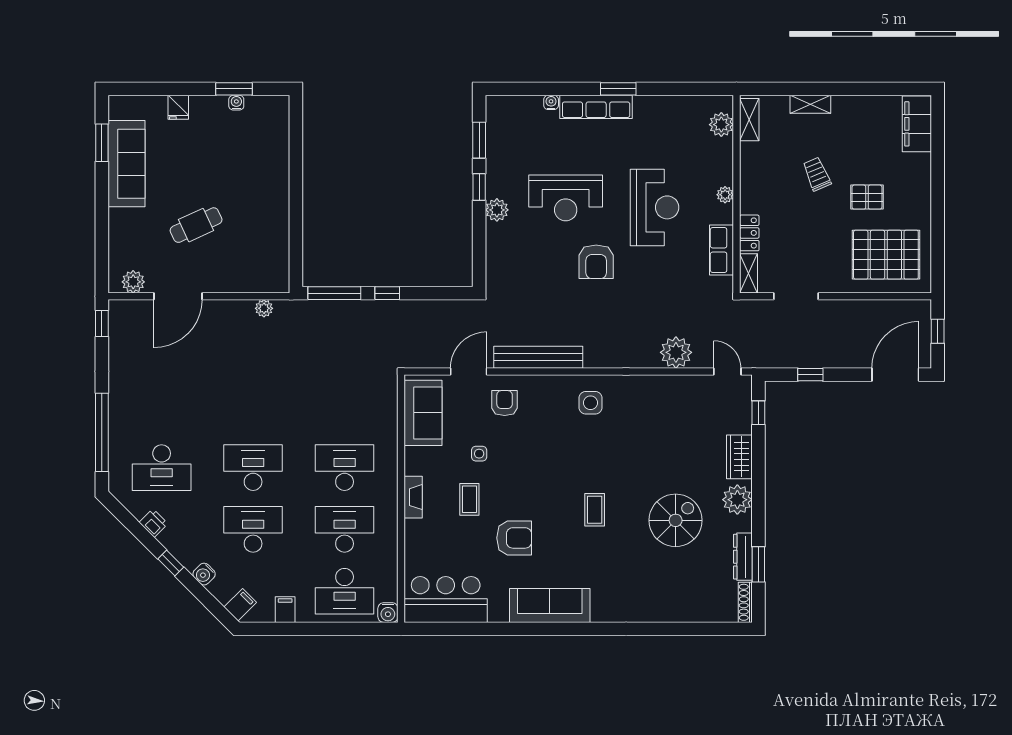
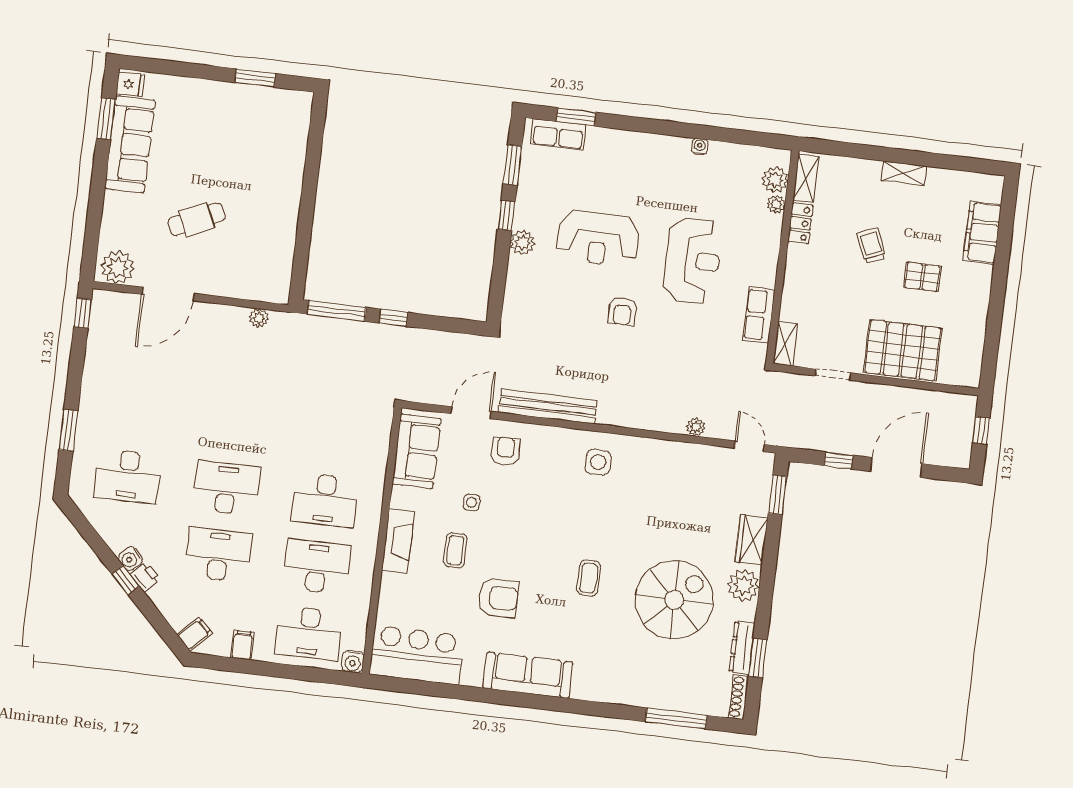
window: (618, 89) -> (576, 117), moved
water cooler: (551, 102) -> (700, 147), moved
water cooler: (236, 103) -> (256, 93), removed
shelving: (810, 104) -> (904, 173), moved
fridge: (178, 107) -> (130, 84), moved, turned -90
row of seats: (596, 107) -> (558, 134), moved, width x0.68
filing cabinet: (917, 124) -> (982, 232), moved
plant: (725, 195) -> (776, 204), moved
locker: (749, 233) -> (800, 223), moved
pallet: (886, 255) -> (903, 350), moved
armchair: (596, 262) -> (622, 311), width x0.72, depth x0.72
plant: (133, 282) -> (118, 267), width x1.36, depth x1.36
doorway: (796, 296) -> (833, 374), width x0.73
plant: (676, 352) -> (696, 427), width x0.53, depth x0.53
door: (895, 375) -> (896, 467), moved
window: (758, 413) -> (778, 495), width x1.50
window: (102, 432) -> (68, 430), width x0.47
desk: (345, 468) -> (325, 500), turned 180
fireplace: (413, 497) -> (398, 541), width x1.37, depth x1.32
spiral stairs: (676, 520) -> (674, 600), width x1.37, depth x1.37
printer: (154, 523) -> (145, 577), moved
water cooler: (204, 574) -> (130, 559), moved
window: (690, 629) -> (676, 718), added

